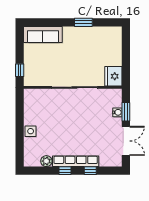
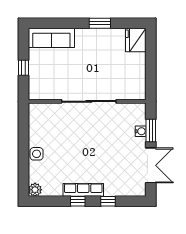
window: (20, 70) -> (23, 68), moved
fridge: (113, 76) -> (136, 40), moved
plant: (46, 161) -> (35, 190), moved
row of seats: (76, 161) -> (83, 190), width x0.73

